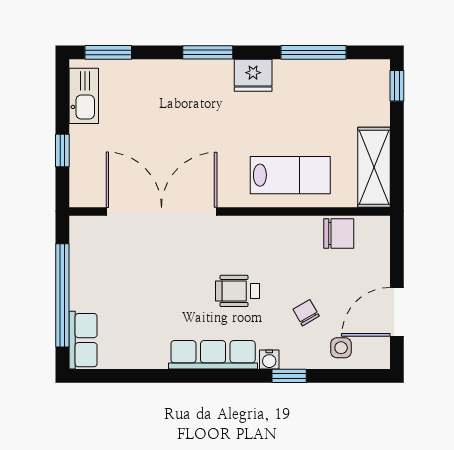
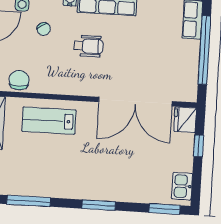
fridge: (253, 75) -> (185, 120), moved, turned -90
kitchen sink: (84, 96) -> (182, 186), width x0.73
chair: (339, 233) -> (19, 80), turned 90

